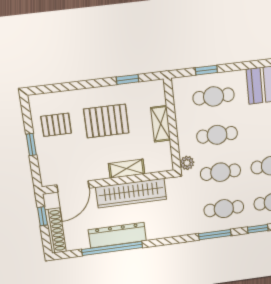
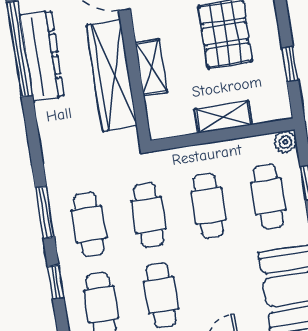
plant: (187, 163) -> (285, 142), moved

